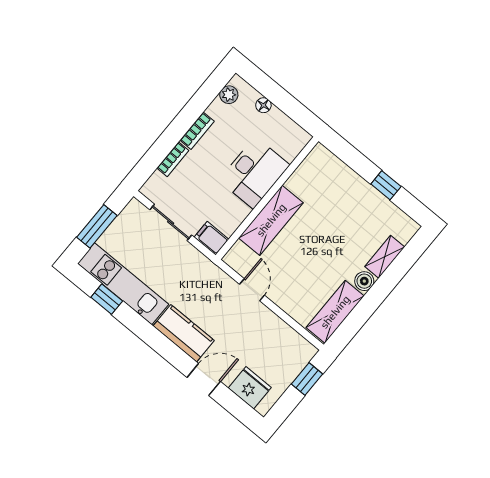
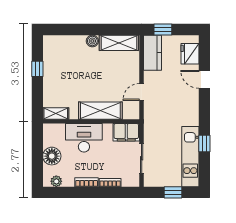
floor lamp: (263, 105) -> (52, 156), width x1.89, depth x1.89
window: (97, 226) -> (173, 192), width x0.67
filing cabinet: (211, 238) -> (126, 132), width x2.00
shelving: (385, 257) -> (56, 113), moved
window: (107, 299) -> (204, 143), moved
kitchen counter: (184, 333) -> (152, 53), moved, turned 180

